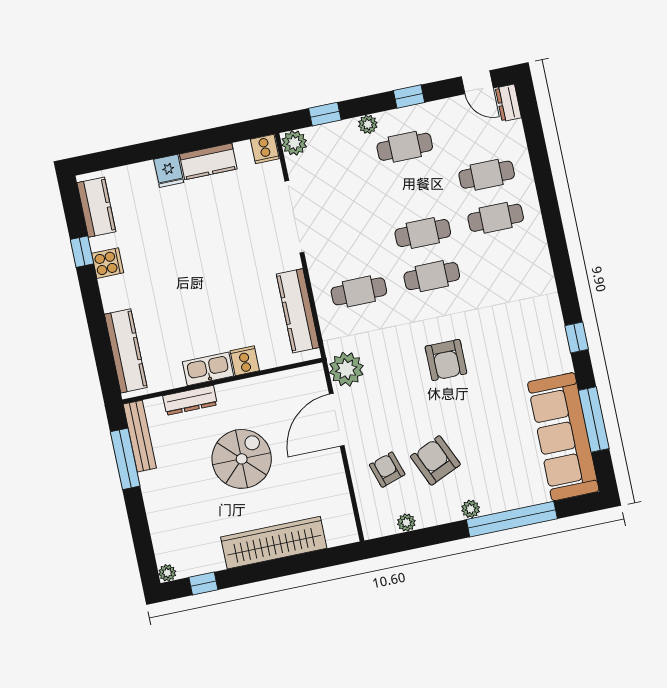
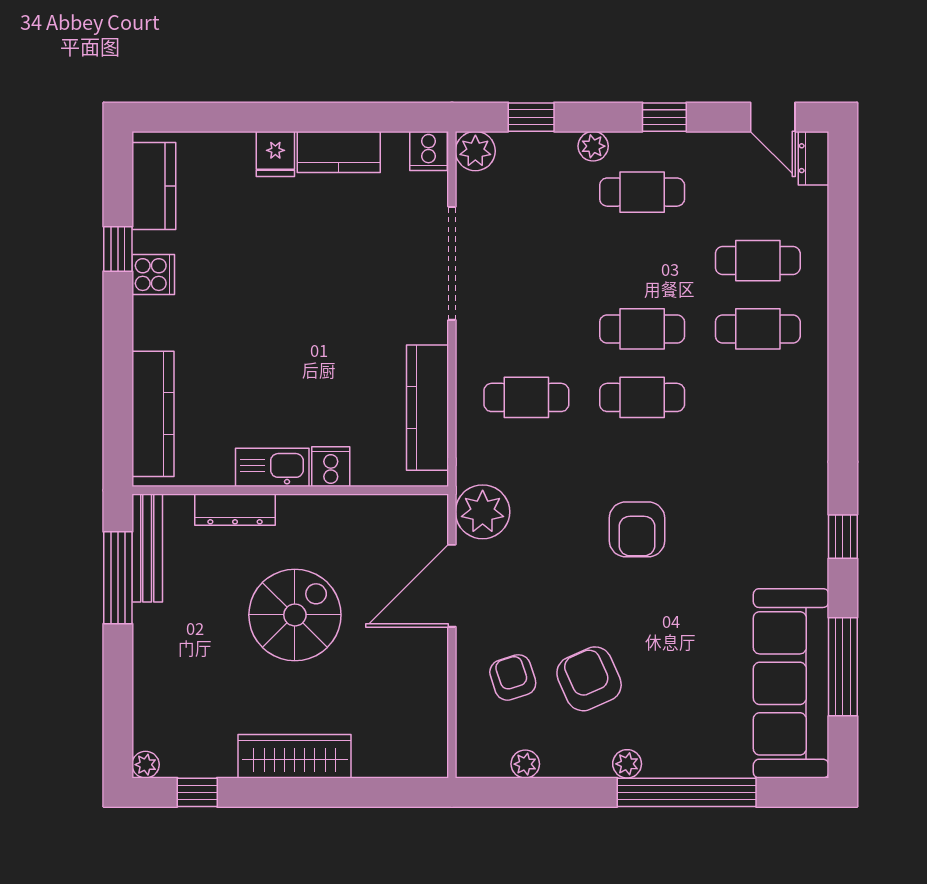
wardrobe: (274, 543) -> (295, 756), width x0.71, depth x0.85

